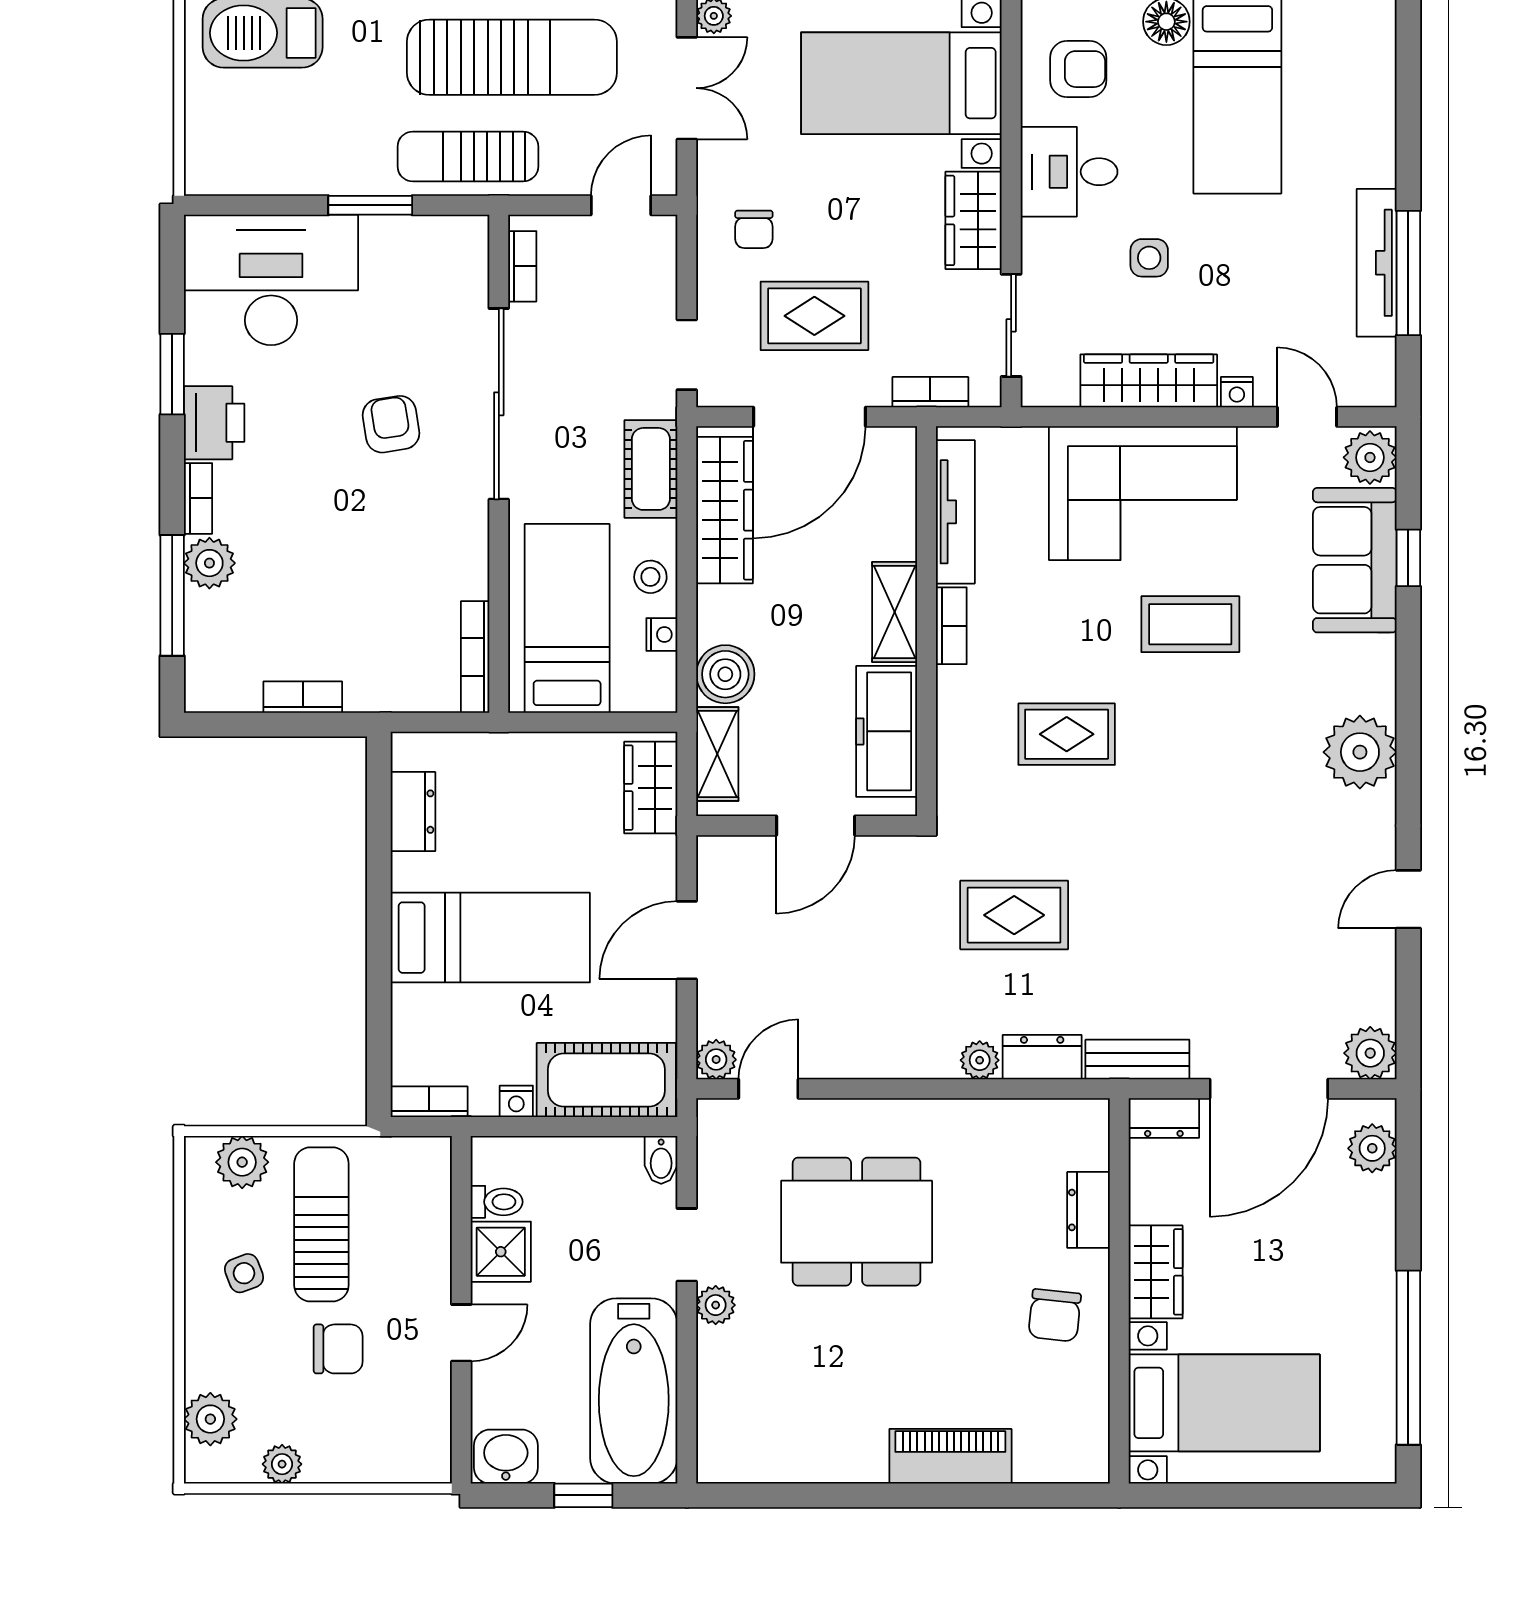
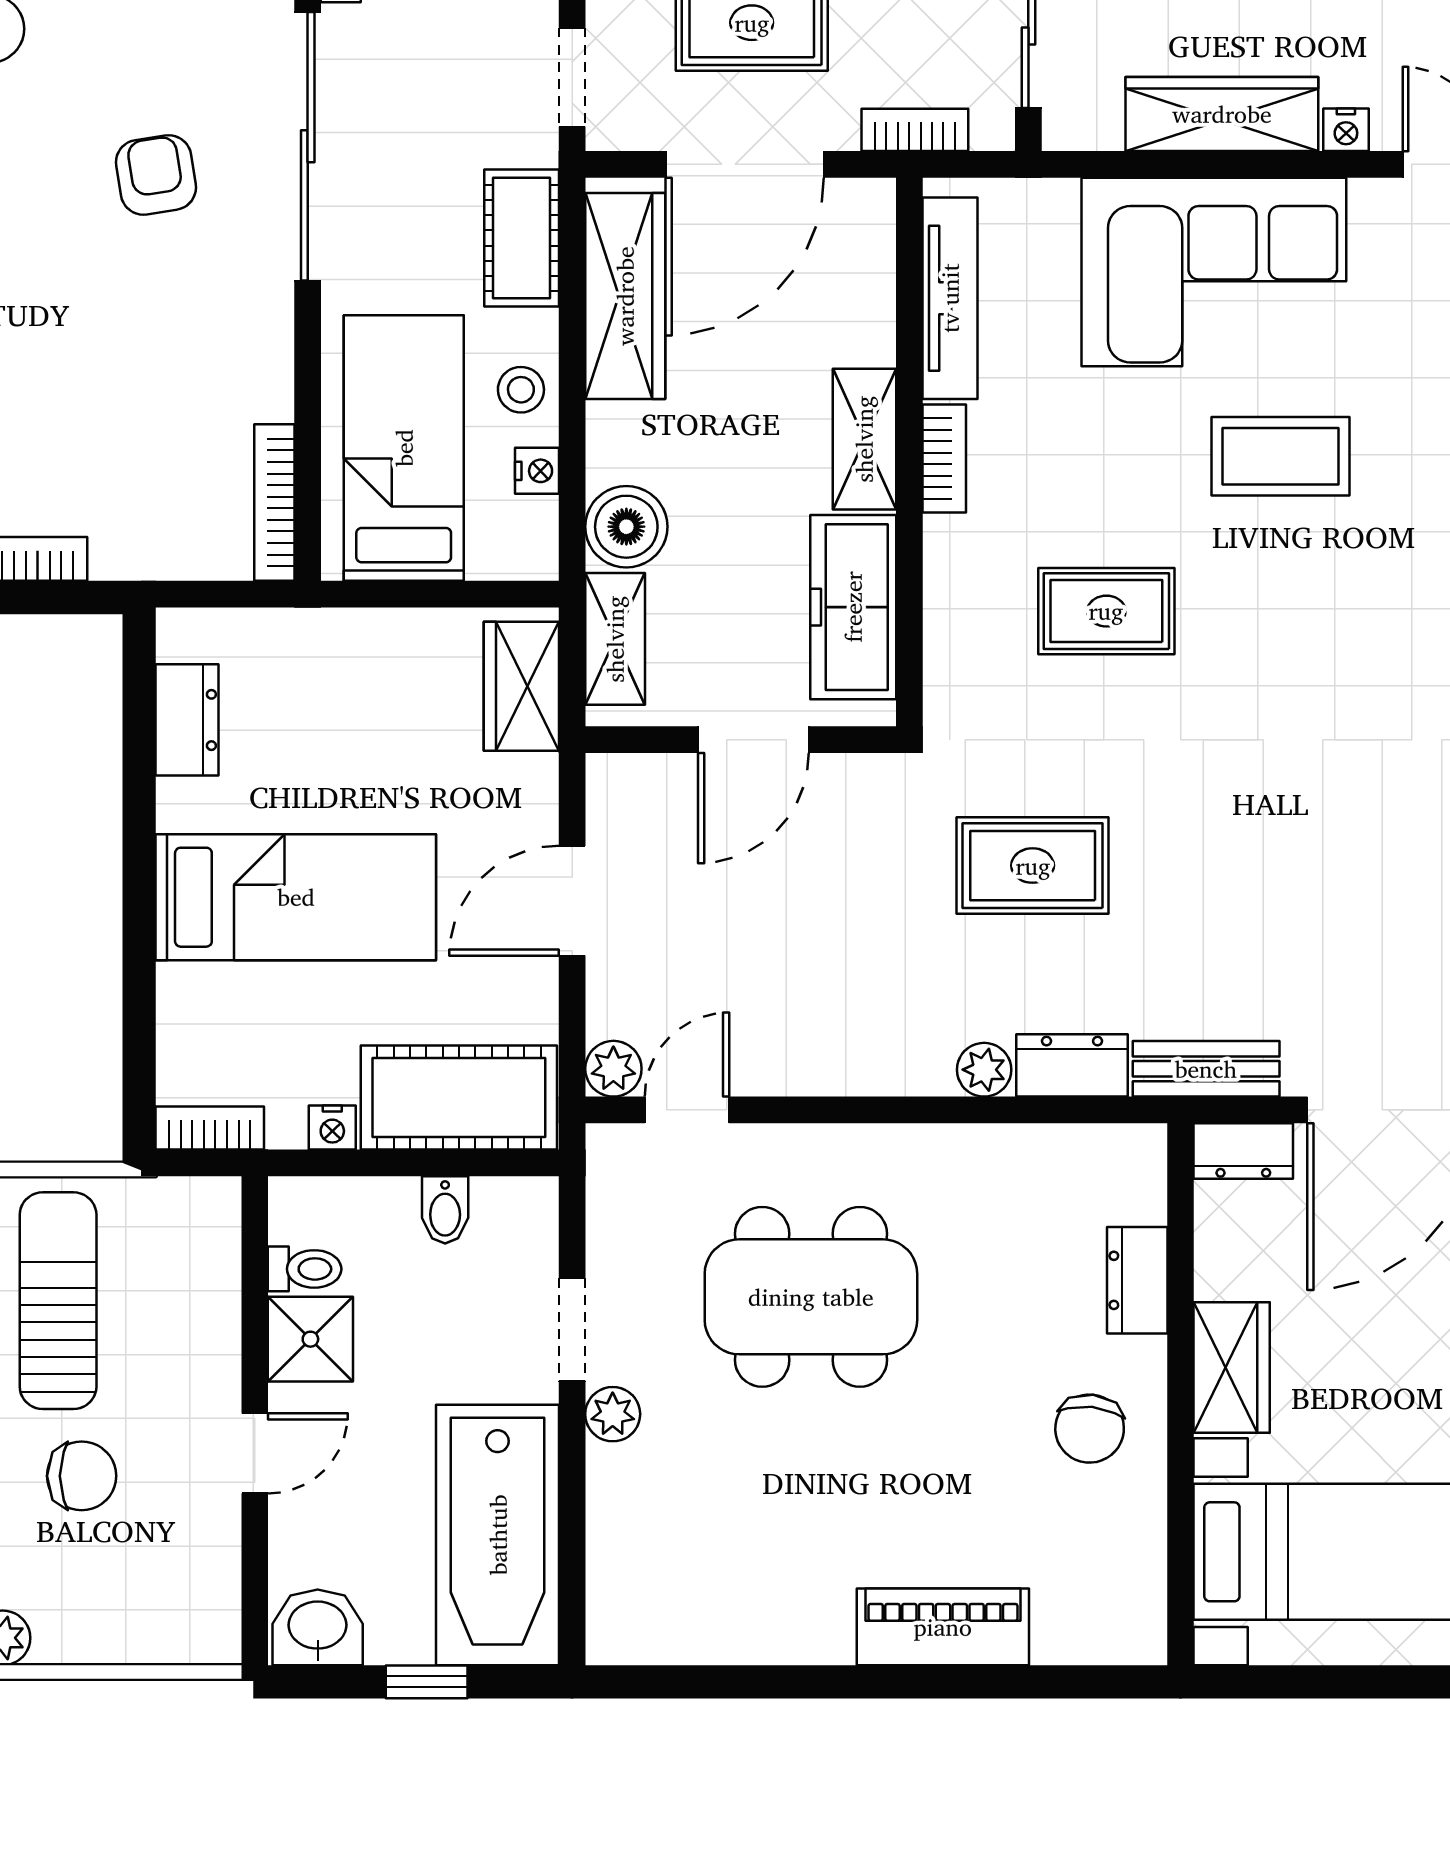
bidet: (661, 1160) -> (445, 1210), moved

